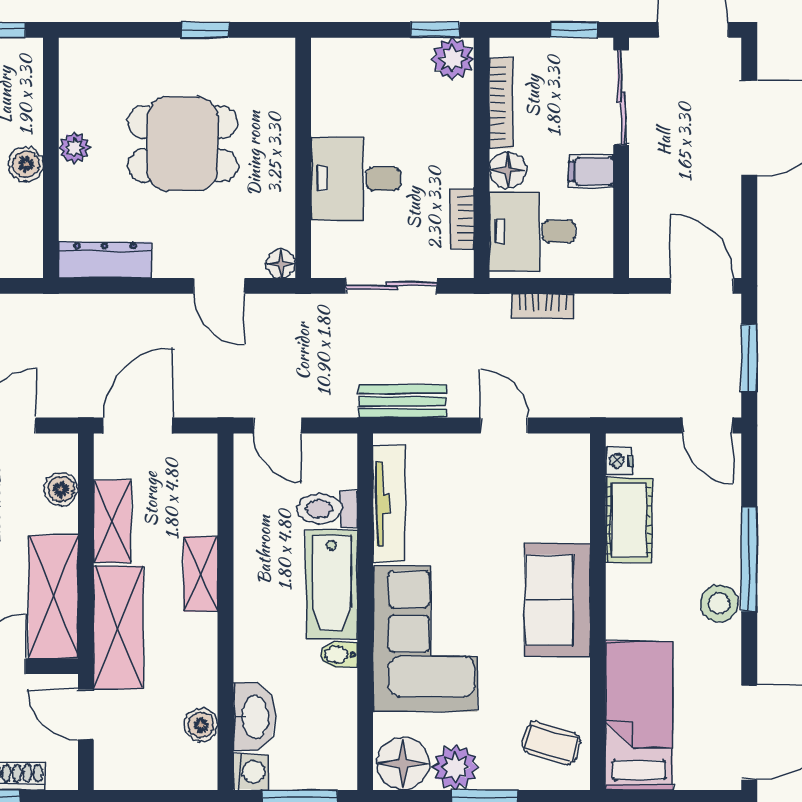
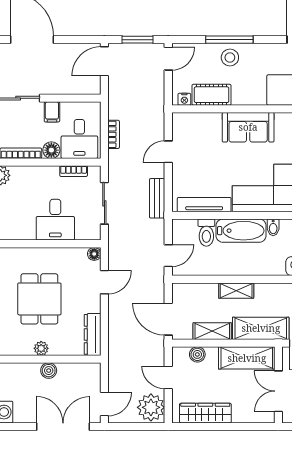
stool: (719, 603) -> (230, 57), moved

